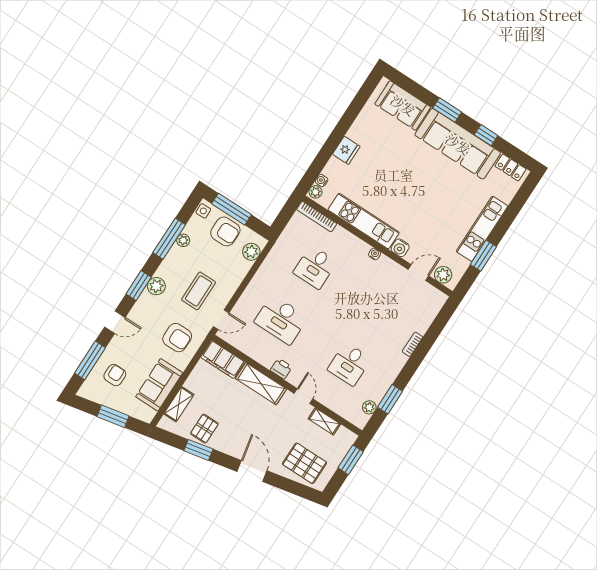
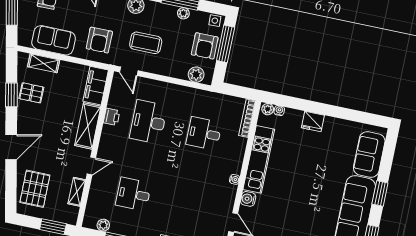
printer: (281, 369) -> (112, 117), moved

